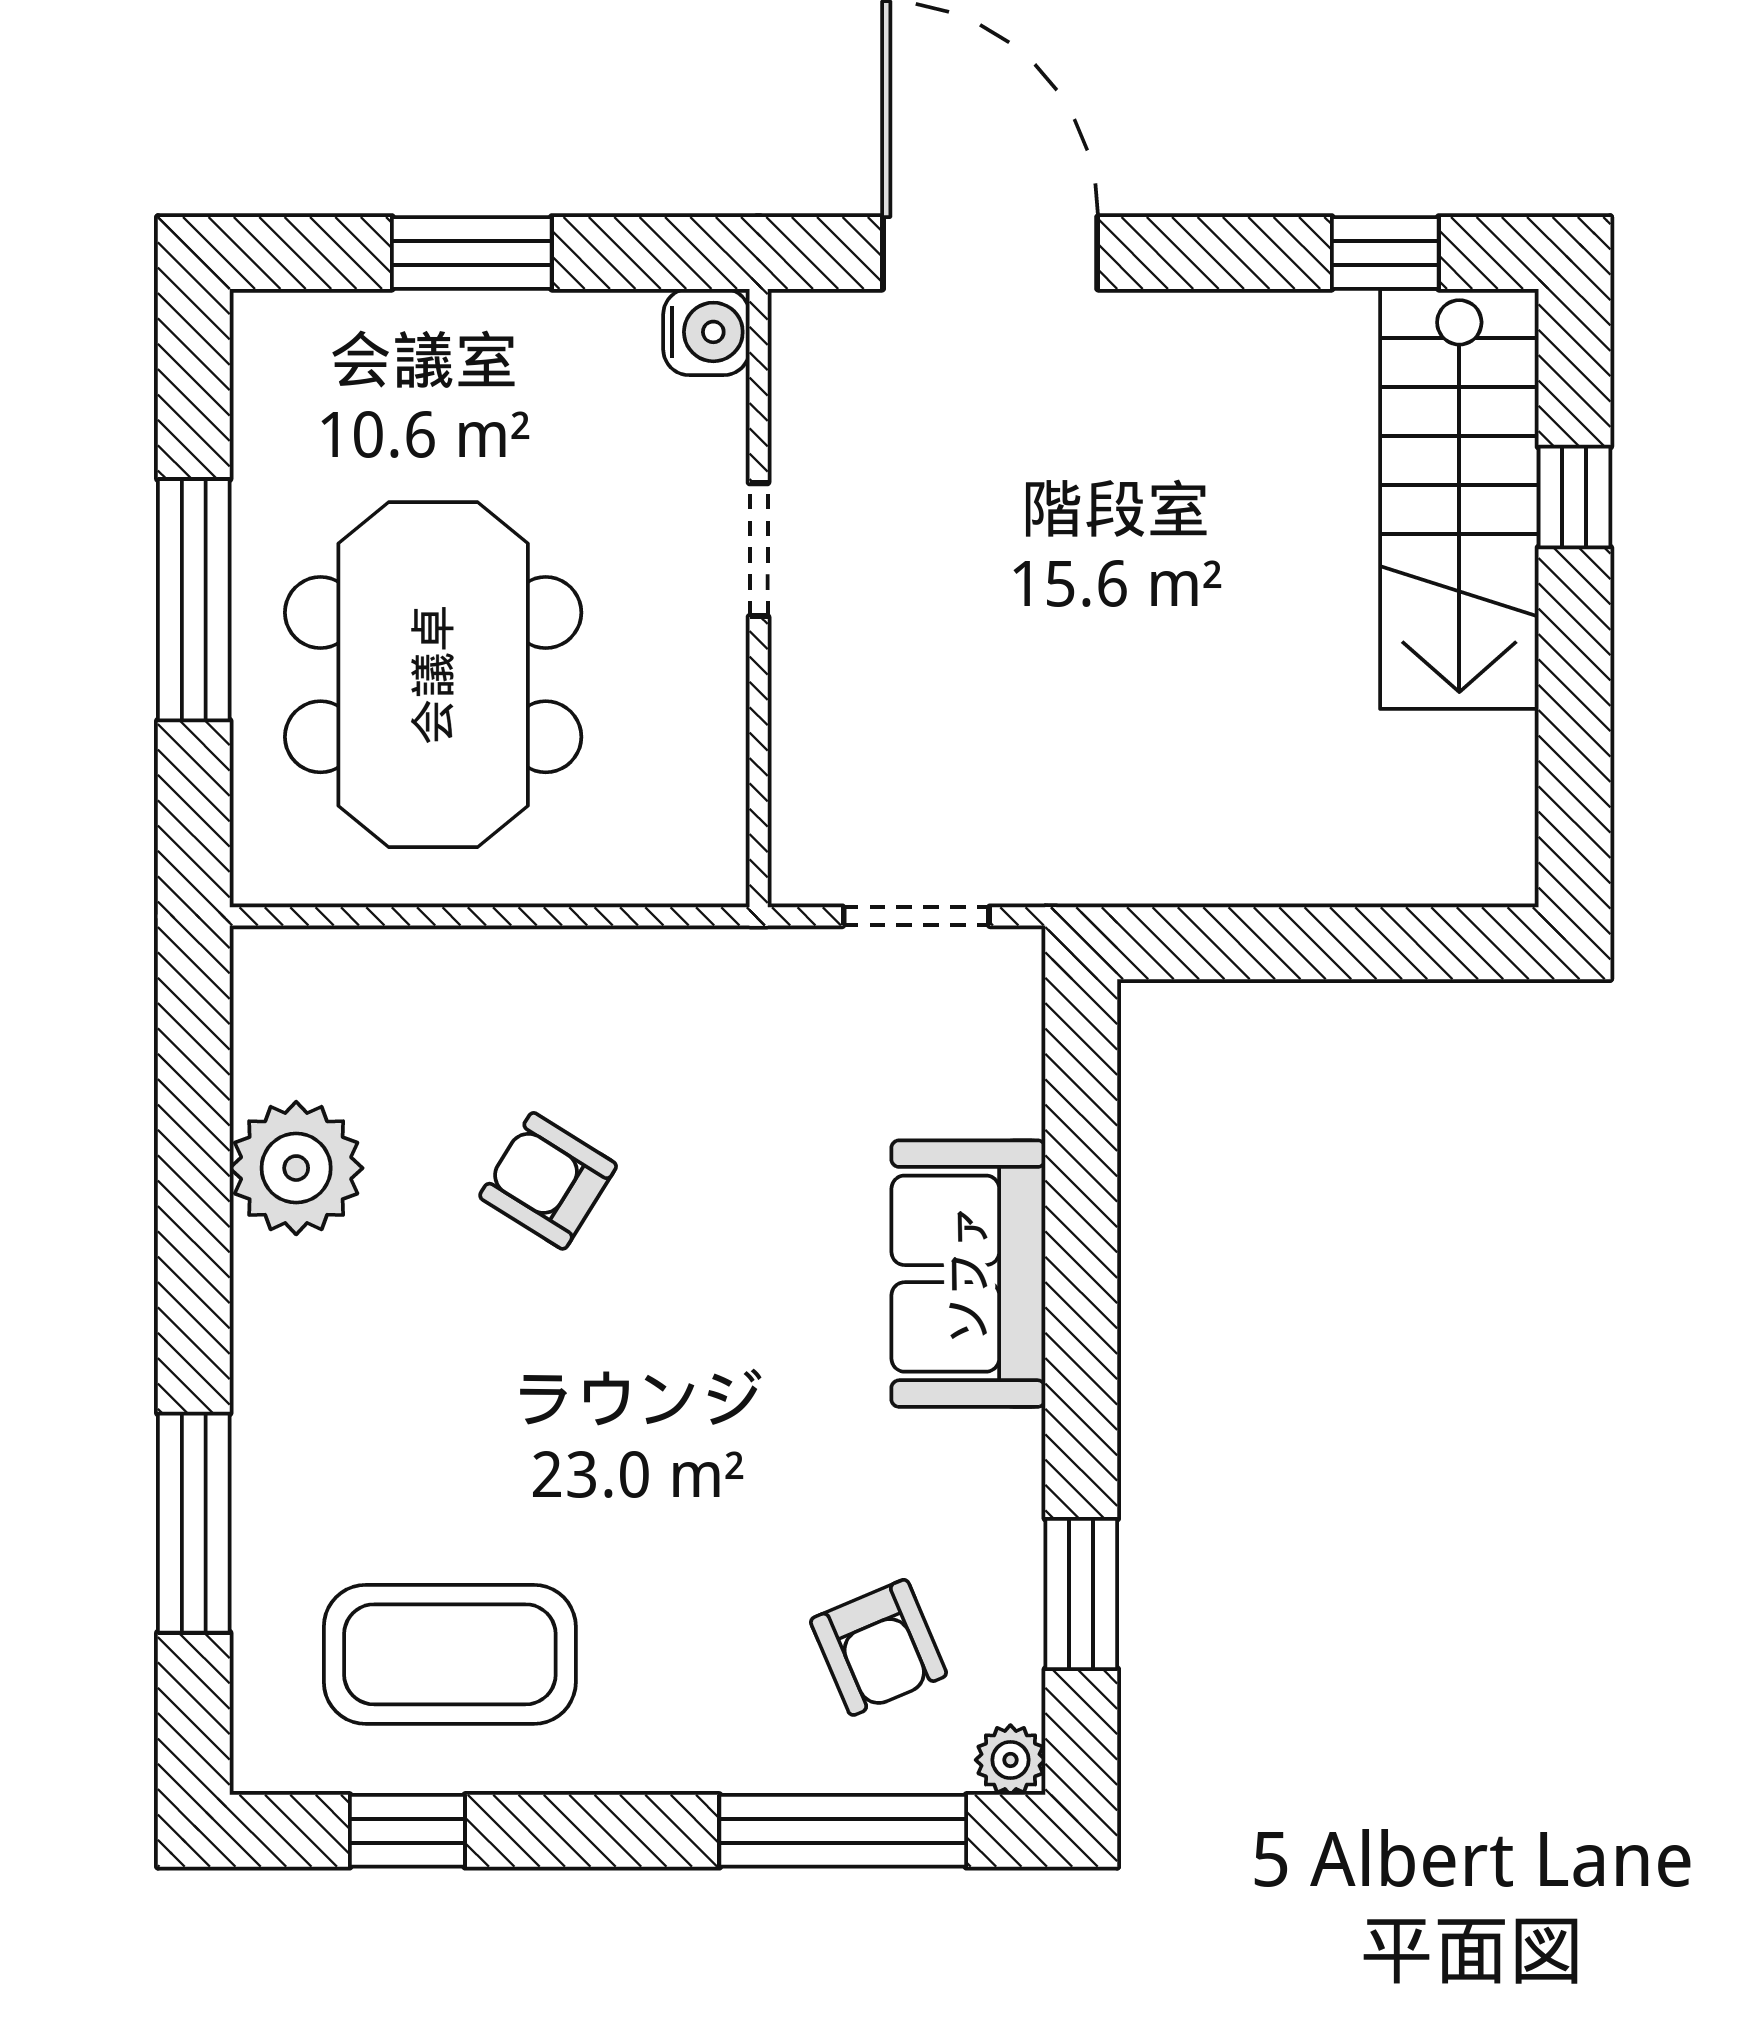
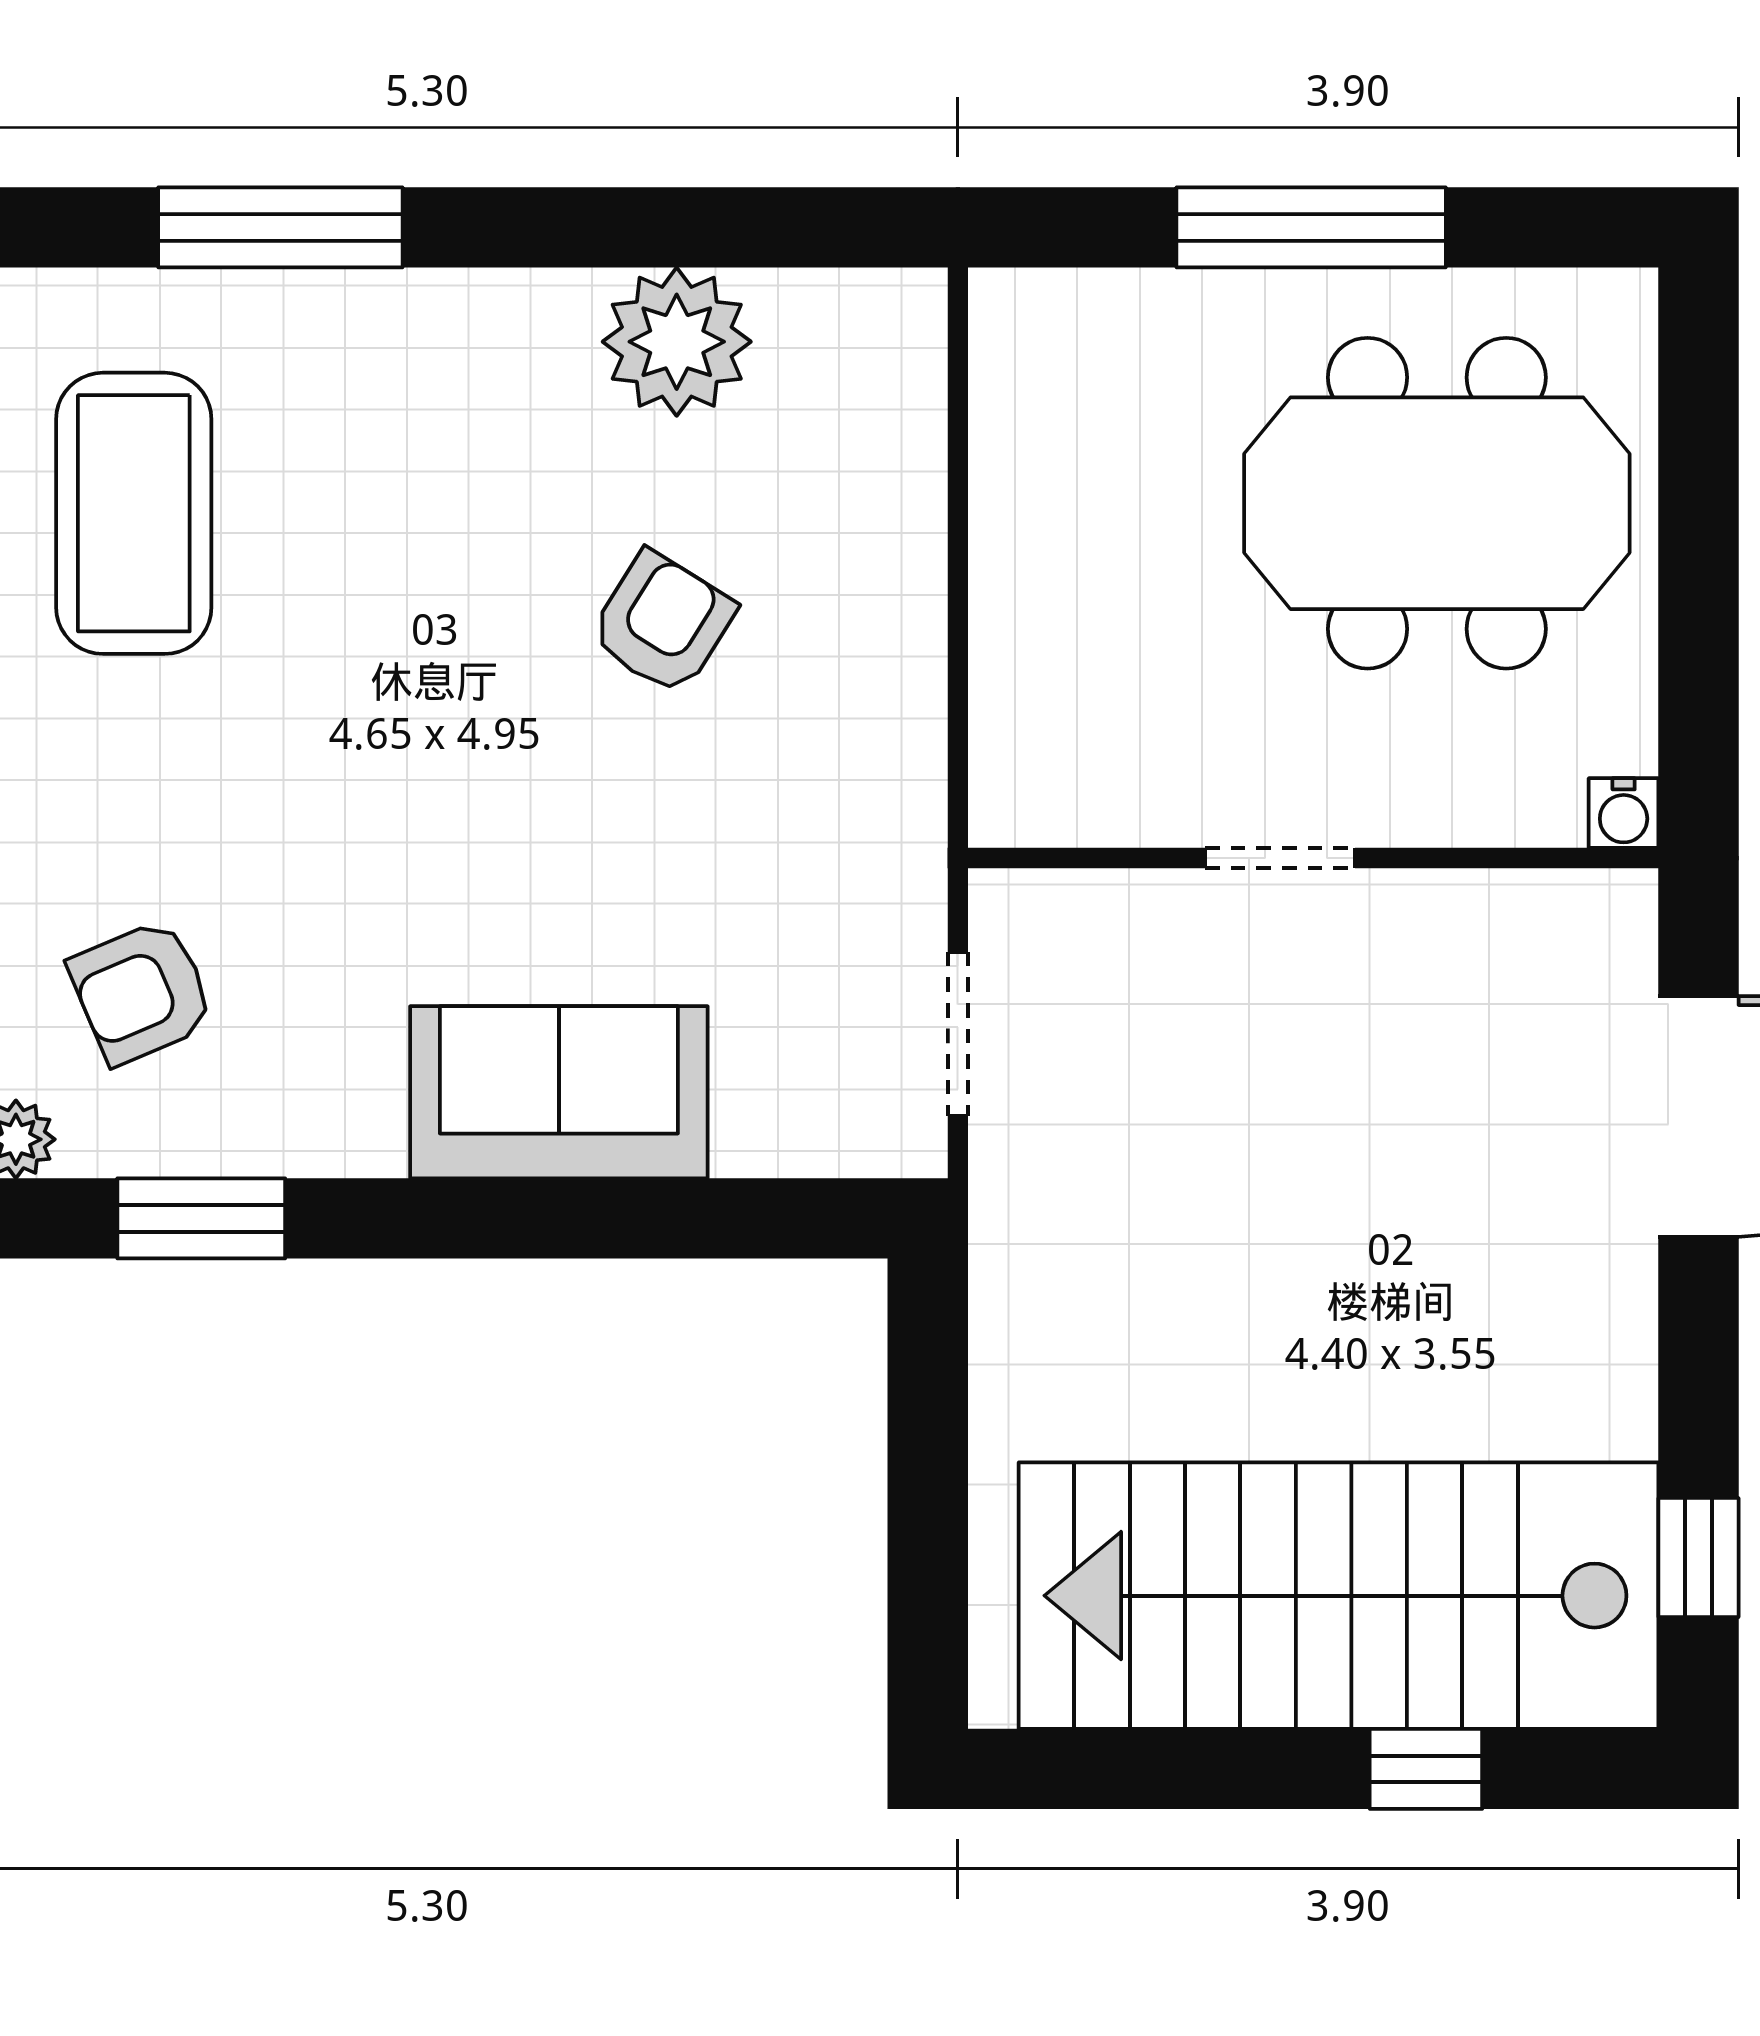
window: (472, 253) -> (1698, 538), removed
water cooler: (706, 332) -> (1624, 813), width x0.72, depth x0.72
stairs: (1459, 499) -> (1339, 1596), width x1.36, depth x1.51
doorway: (759, 550) -> (1280, 858), moved
meeting table: (433, 675) -> (1437, 503), moved

